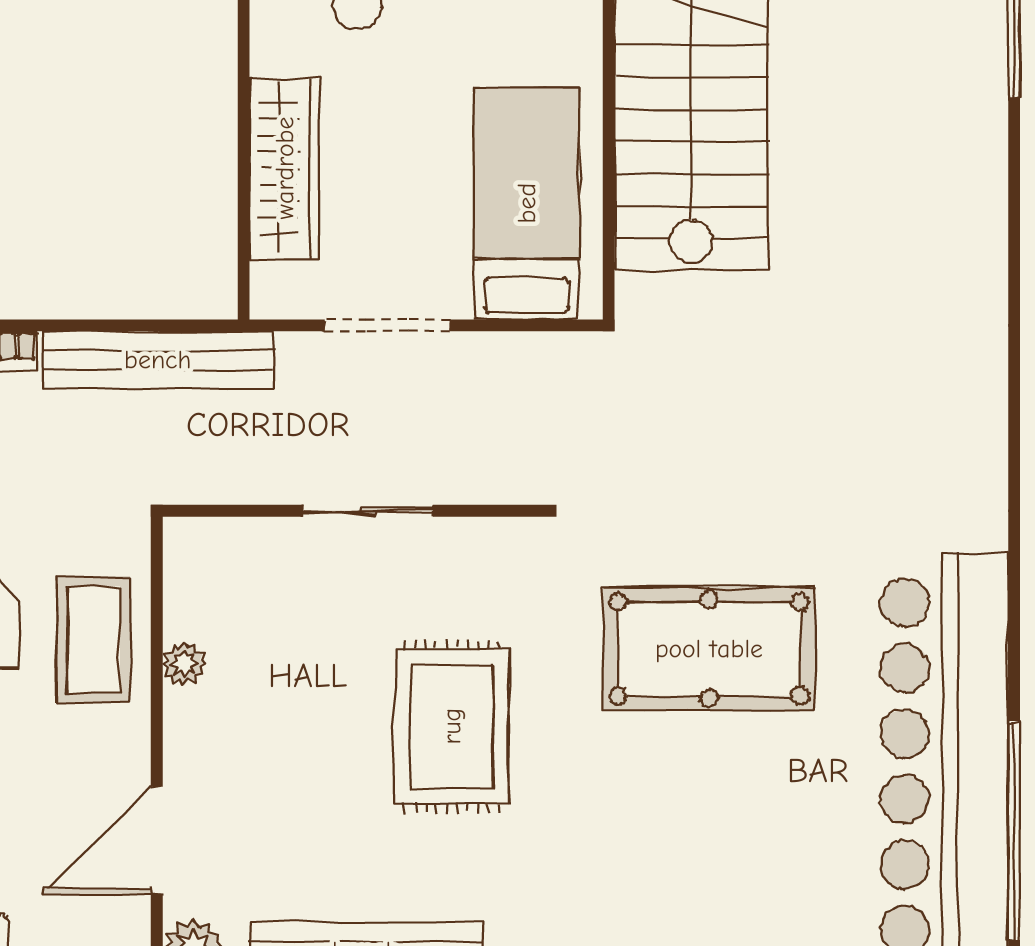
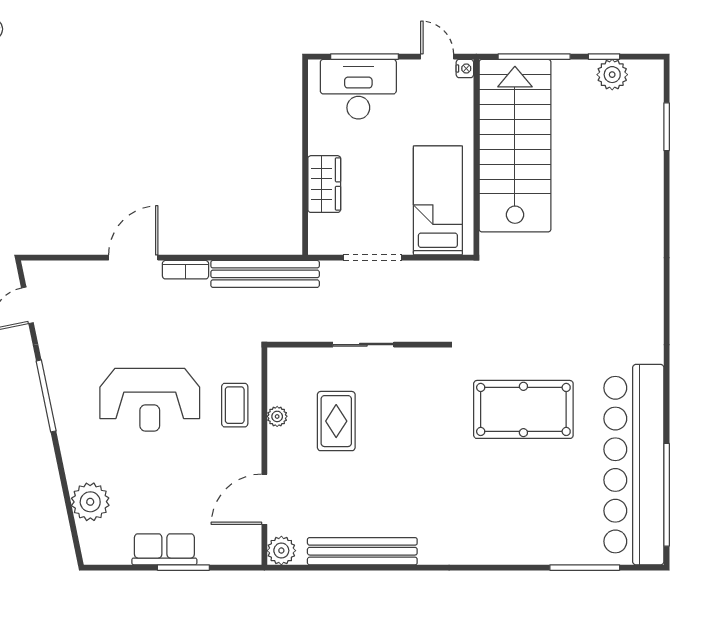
wardrobe: (285, 168) -> (324, 184), width x0.67
coffee table: (94, 640) -> (235, 405), width x0.73, depth x0.77
rug: (452, 726) -> (336, 421), moved, width x0.73, depth x0.70

